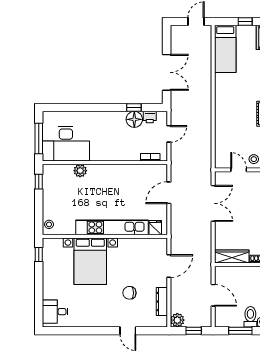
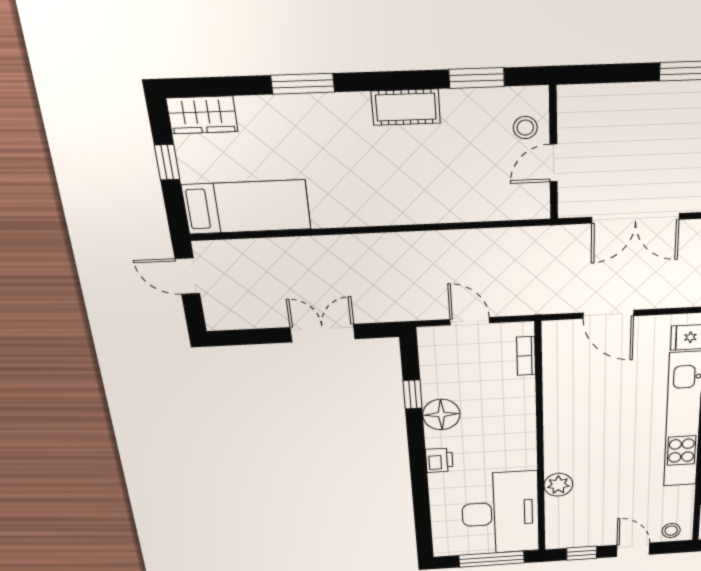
double door: (167, 72) -> (323, 333), width x0.73
printer: (150, 117) -> (439, 460), moved
floor lamp: (134, 119) -> (441, 414), moved
double door: (213, 203) -> (636, 218), swing flipped
door: (39, 206) -> (633, 550), added

